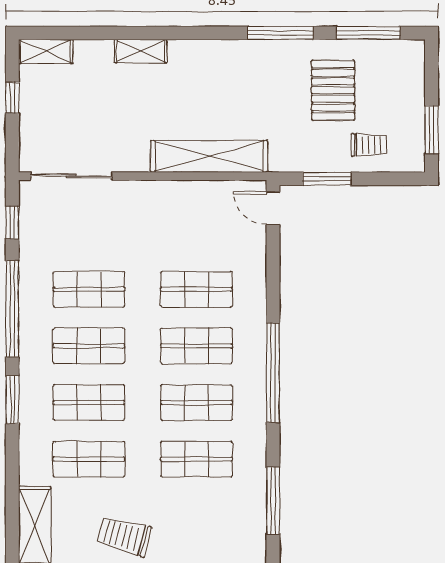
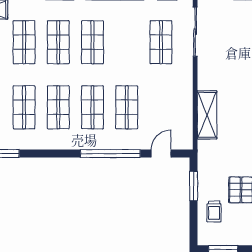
shelving: (209, 156) -> (207, 115), width x0.68
door: (273, 208) -> (161, 154), moved
shop shelf: (89, 289) -> (161, 42), moved
window: (273, 373) -> (110, 154), moved

